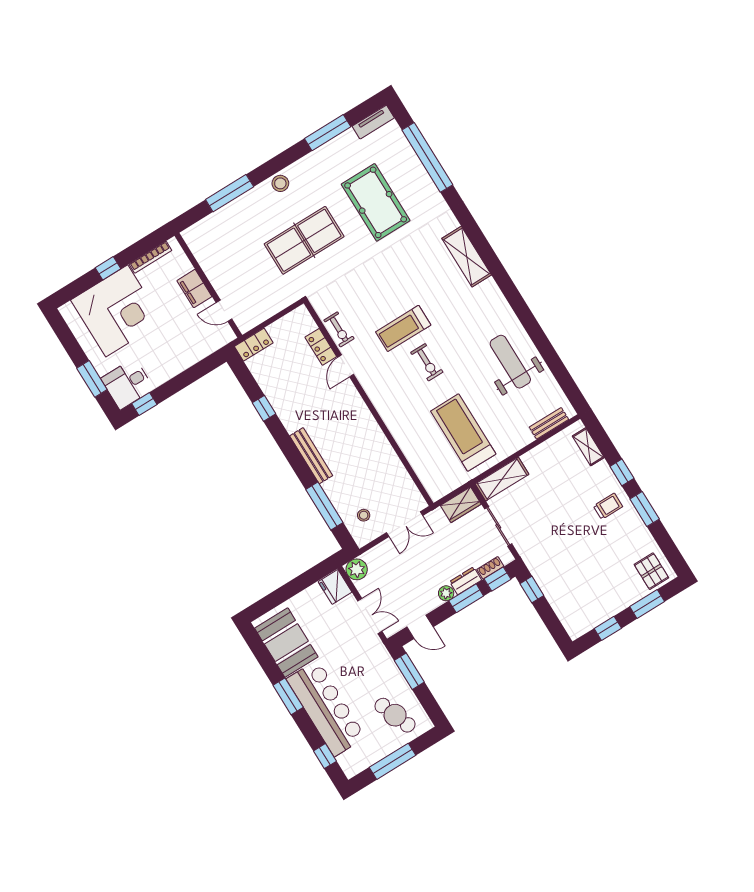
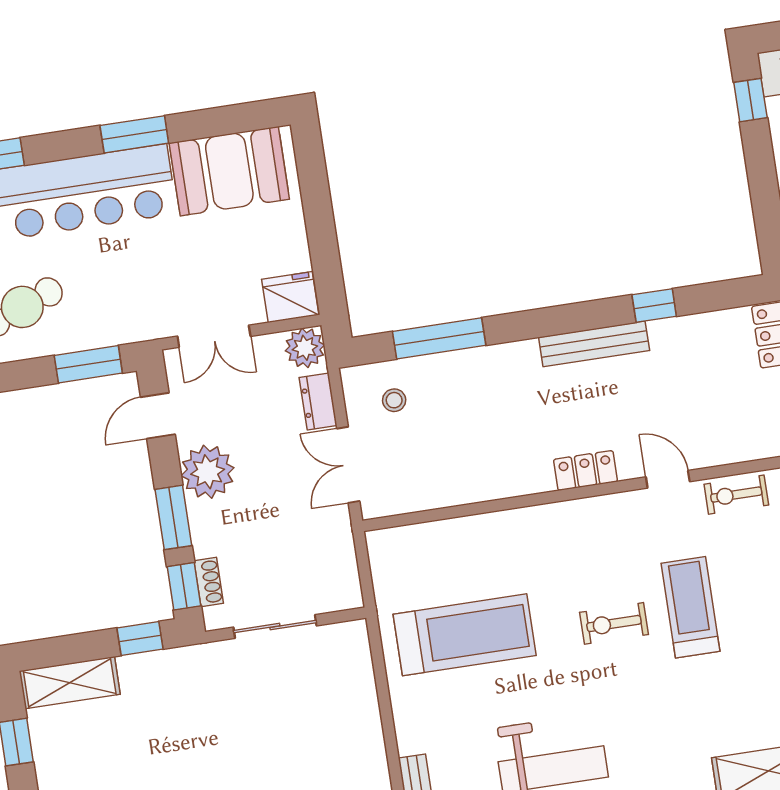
locker: (321, 347) -> (585, 471), moved
bench: (311, 456) -> (594, 344), moved
shelving: (502, 479) -> (70, 683), moved, turned 90
wardrobe: (461, 505) -> (340, 577), removed
dresser: (466, 581) -> (318, 401), moved, turned 180
plant: (446, 593) -> (208, 472), width x1.88, depth x1.88

